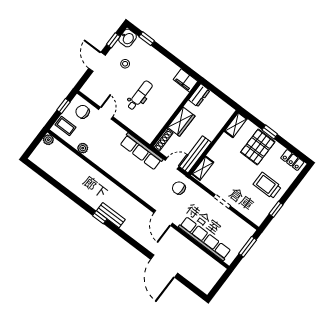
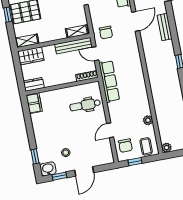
dental chair: (140, 95) -> (85, 105), moved
wardrobe: (181, 122) -> (31, 56), moved, turned 180
bench: (111, 215) -> (165, 27), moved

